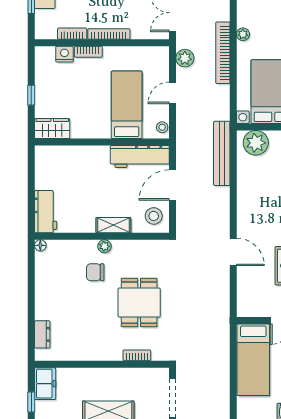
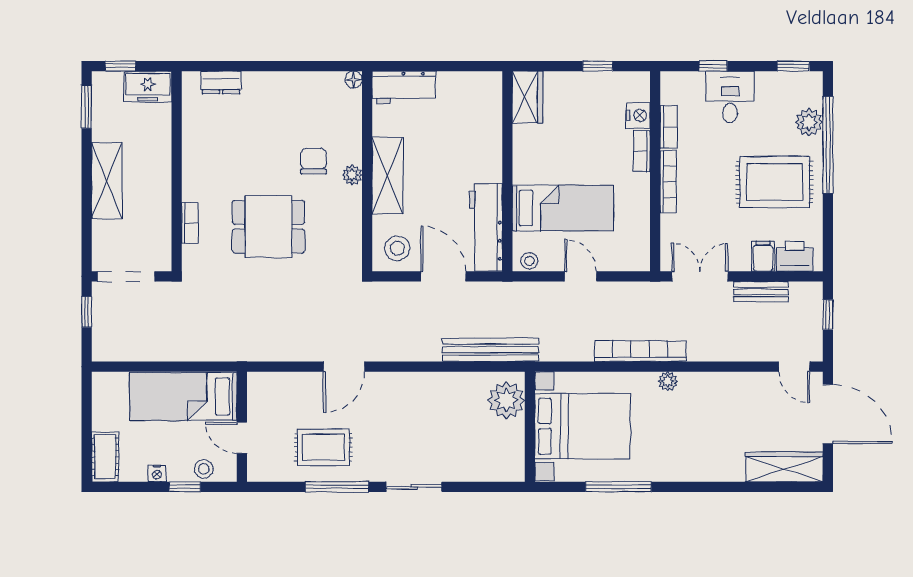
plant: (185, 58) -> (632, 295), removed
window: (31, 95) -> (598, 66), moved
shelving: (113, 225) -> (387, 176), width x1.50, depth x1.33

